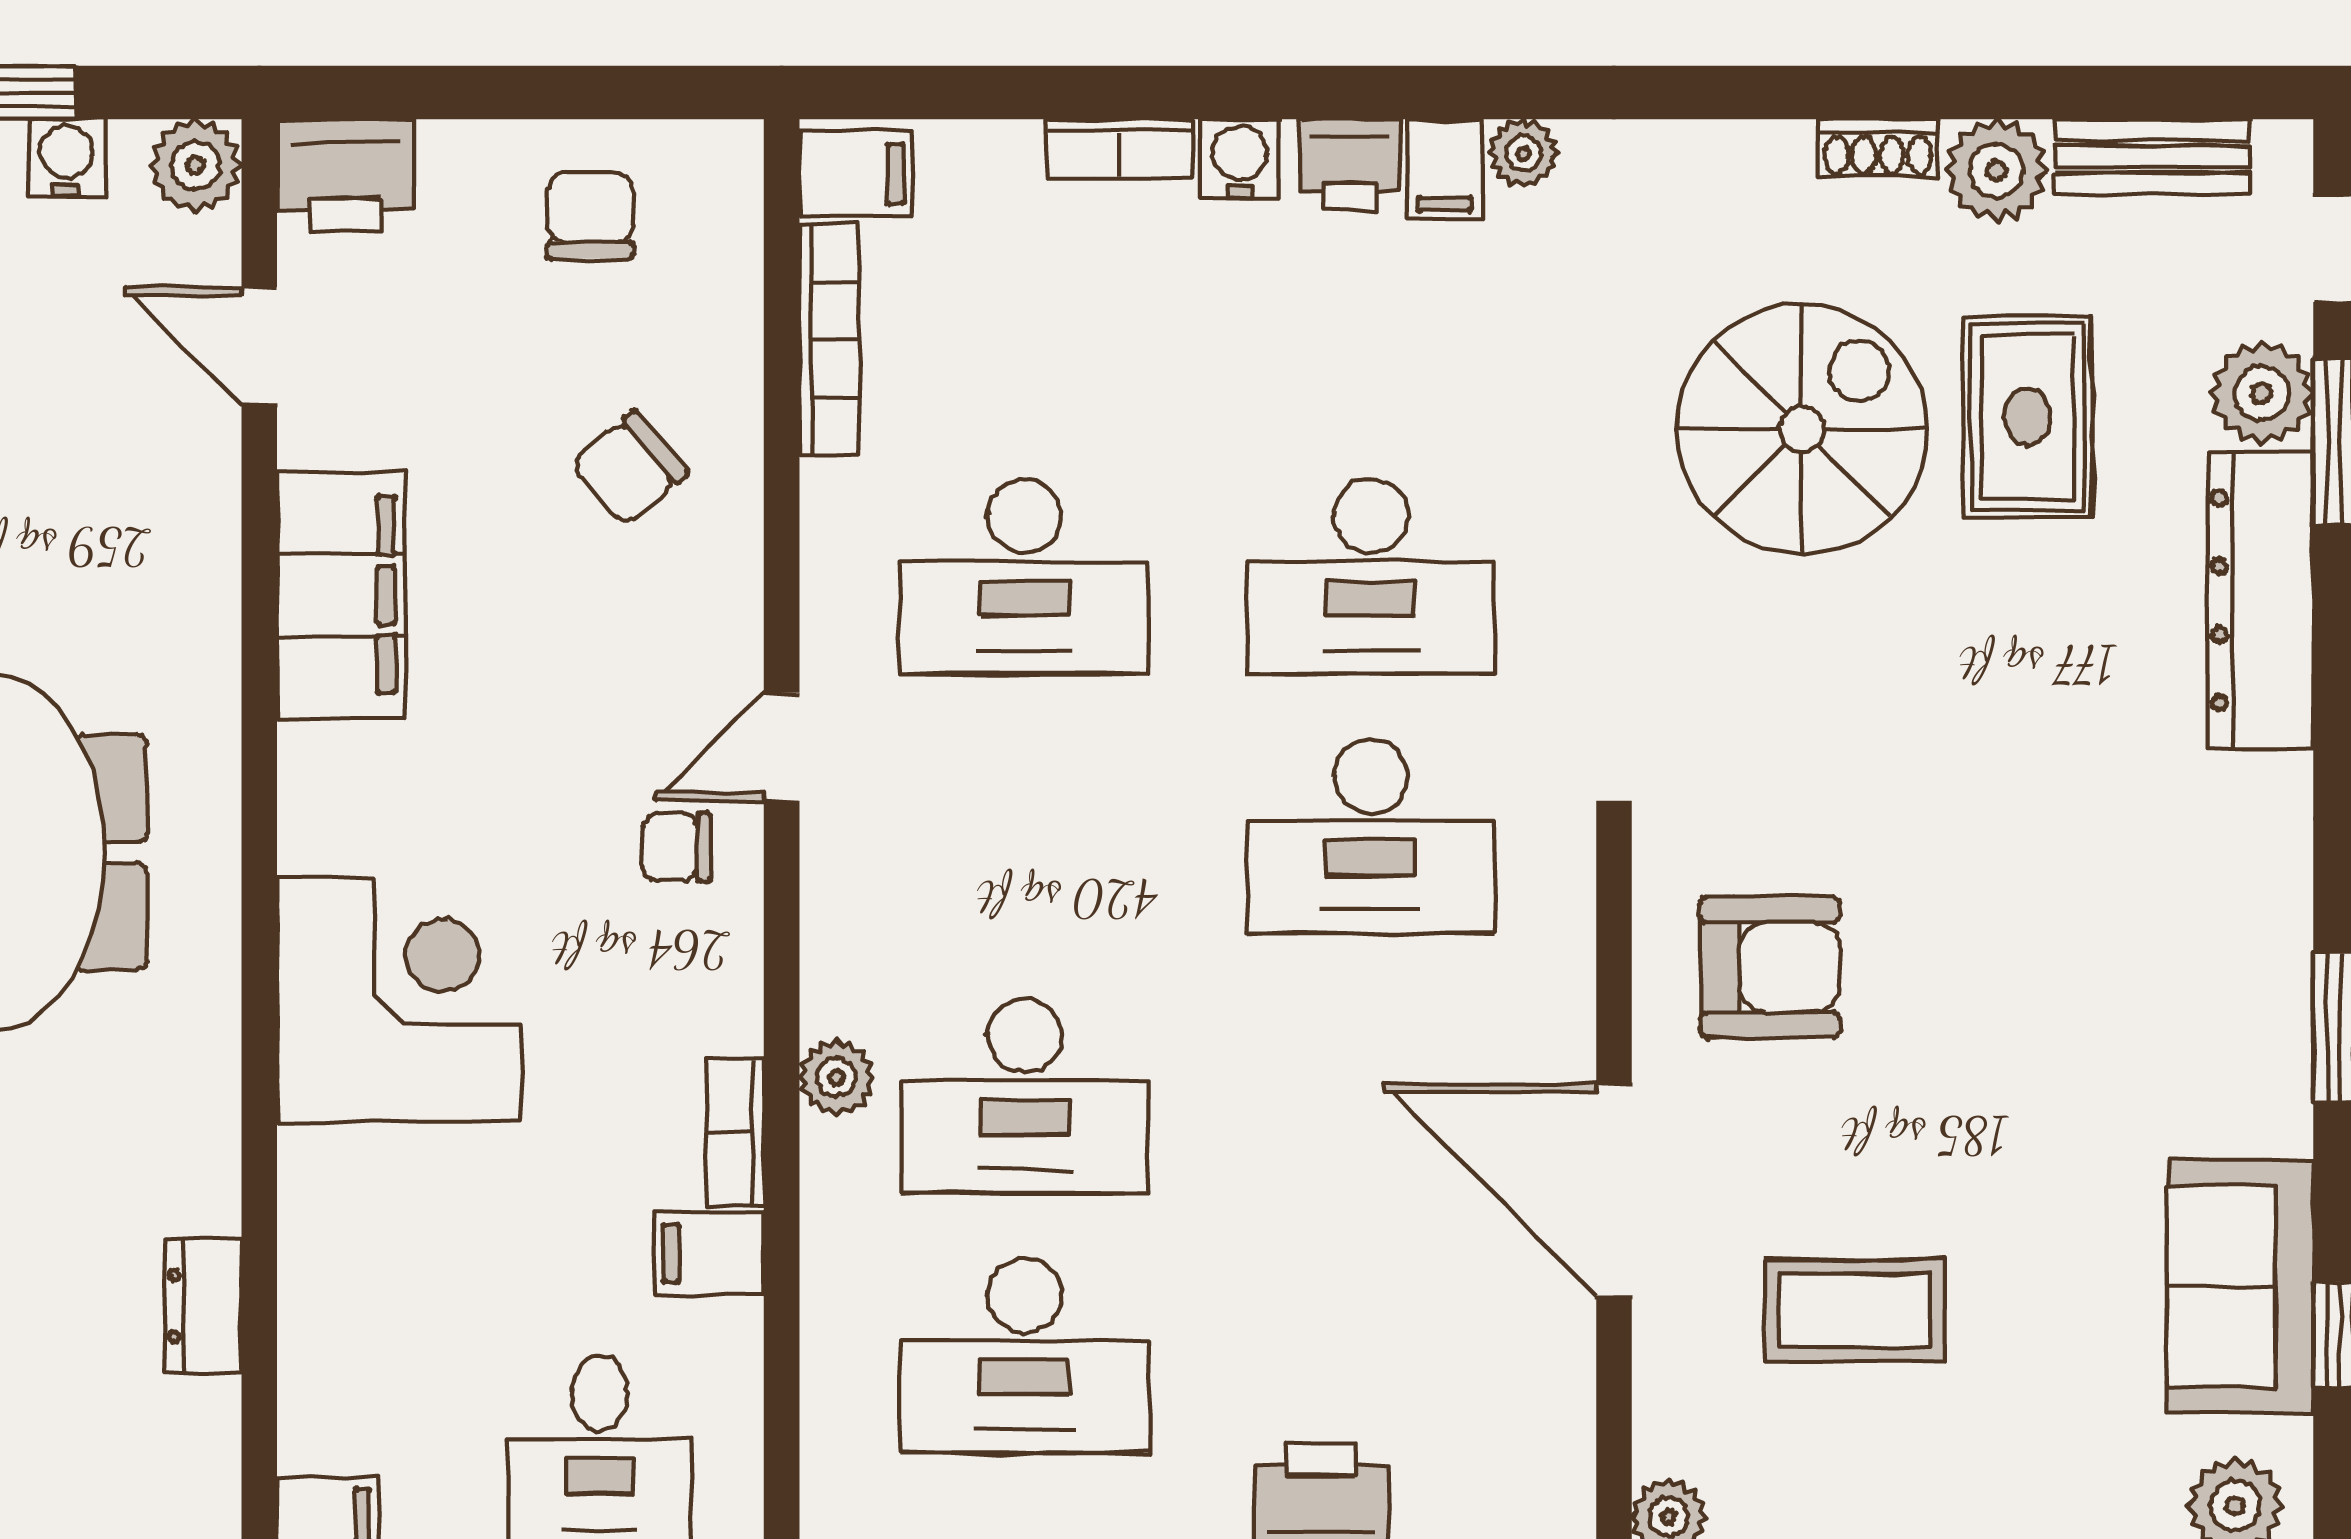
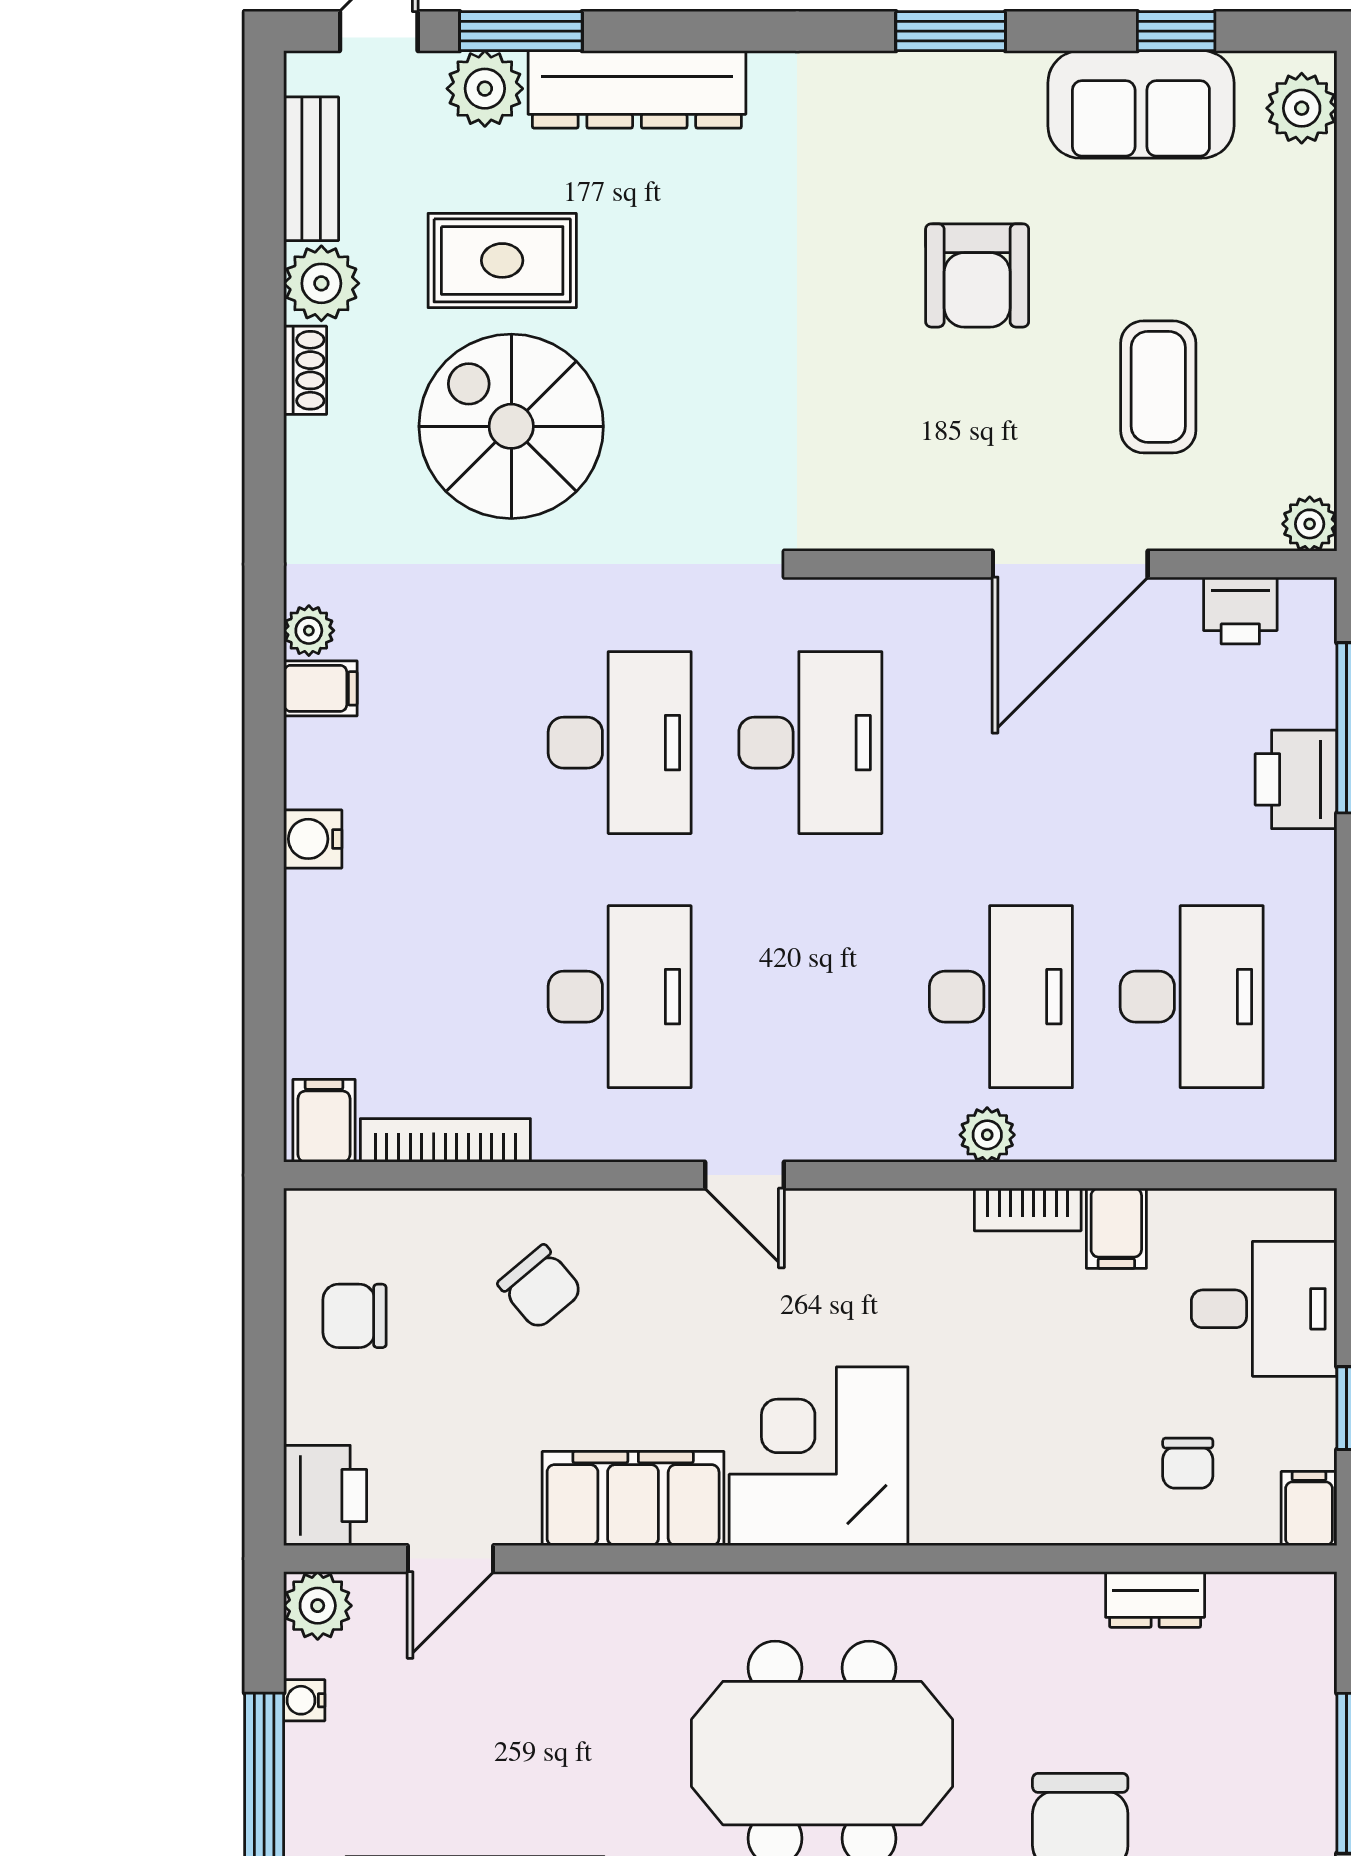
bookcase: (1120, 148) -> (305, 927), removed
water cooler: (67, 158) -> (304, 1700), width x0.72, depth x0.72
printer: (1350, 165) -> (1240, 611), moved, turned 90
chair: (677, 847) -> (1188, 1463), moved
armchair: (1770, 967) -> (977, 275), moved, turned 180
corner desk: (399, 999) -> (819, 1456), moved

